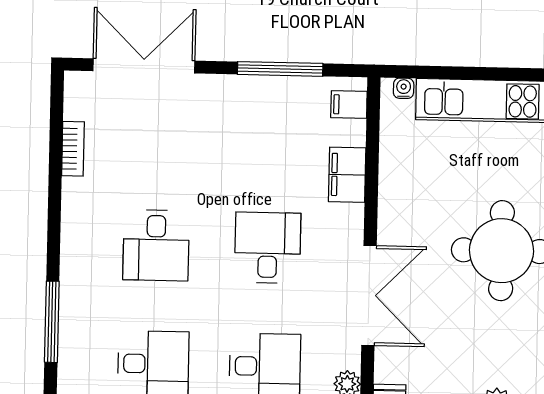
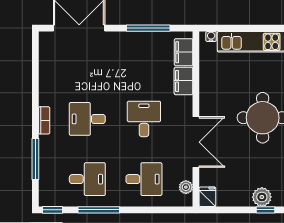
filing cabinet: (349, 105) -> (184, 52), width x2.00
bookcase: (73, 149) -> (44, 120), moved
desk: (156, 245) -> (87, 119), turned 90

